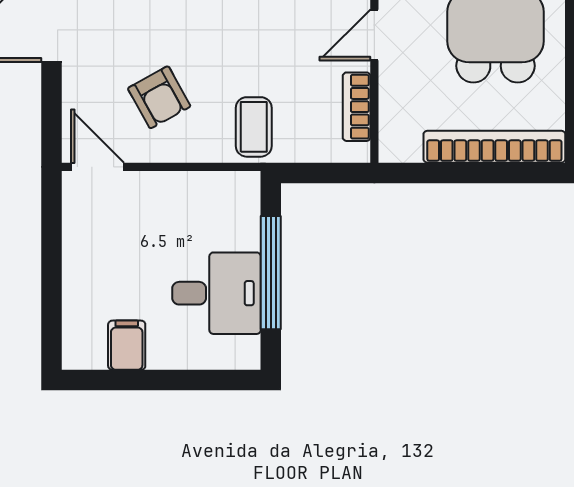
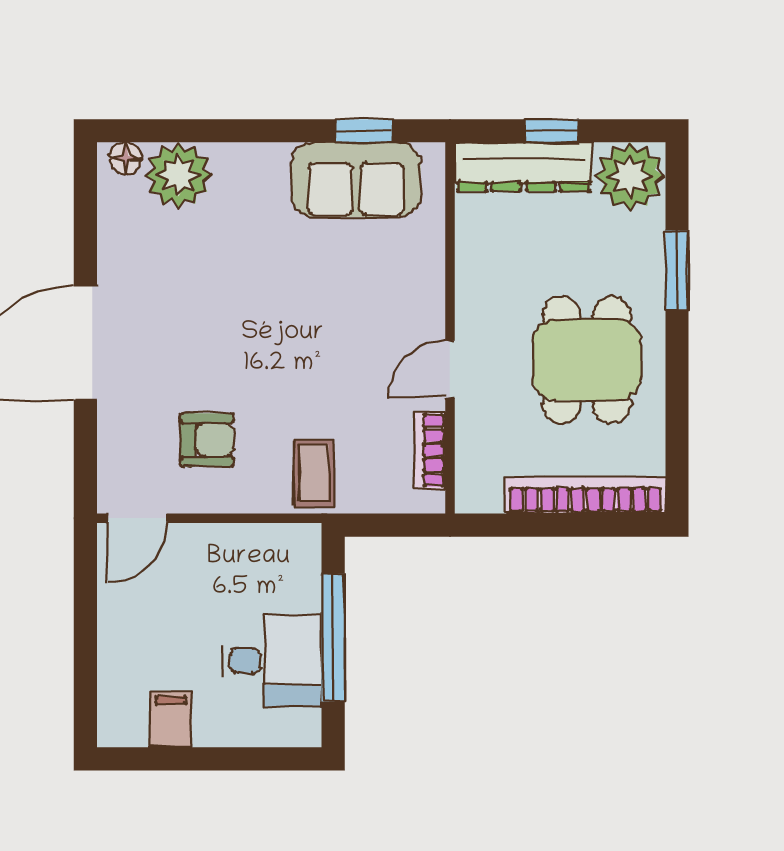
armchair: (159, 97) -> (207, 440), turned -61
door: (97, 167) -> (137, 518), swing flipped

